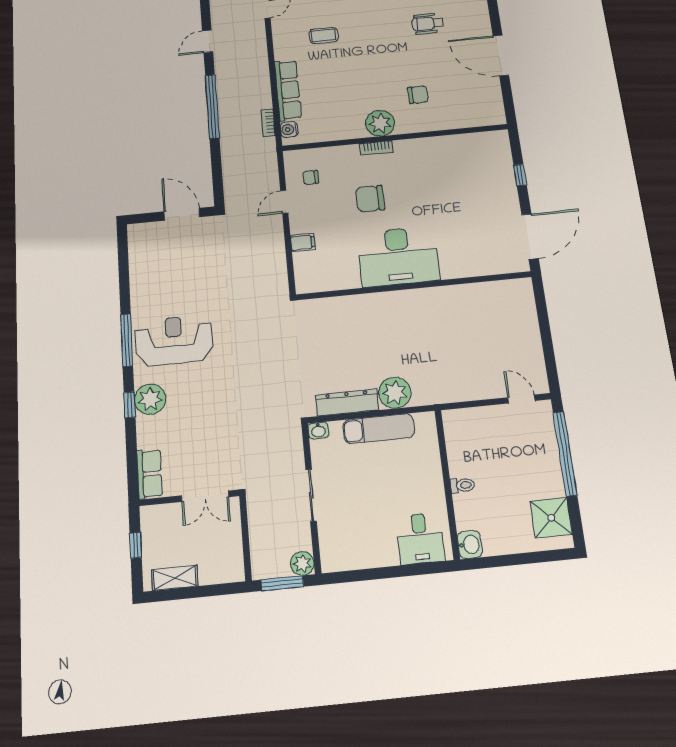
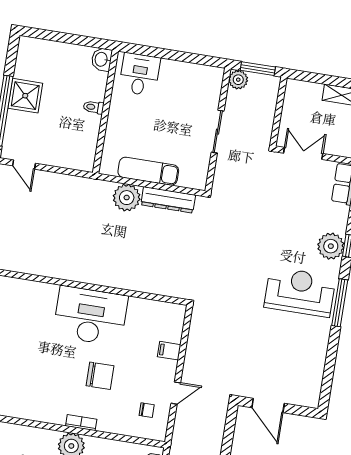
reception desk: (174, 340) -> (300, 292), turned 180
washbasin: (318, 431) -> (198, 183), removed
shower: (551, 518) -> (25, 96), moved

